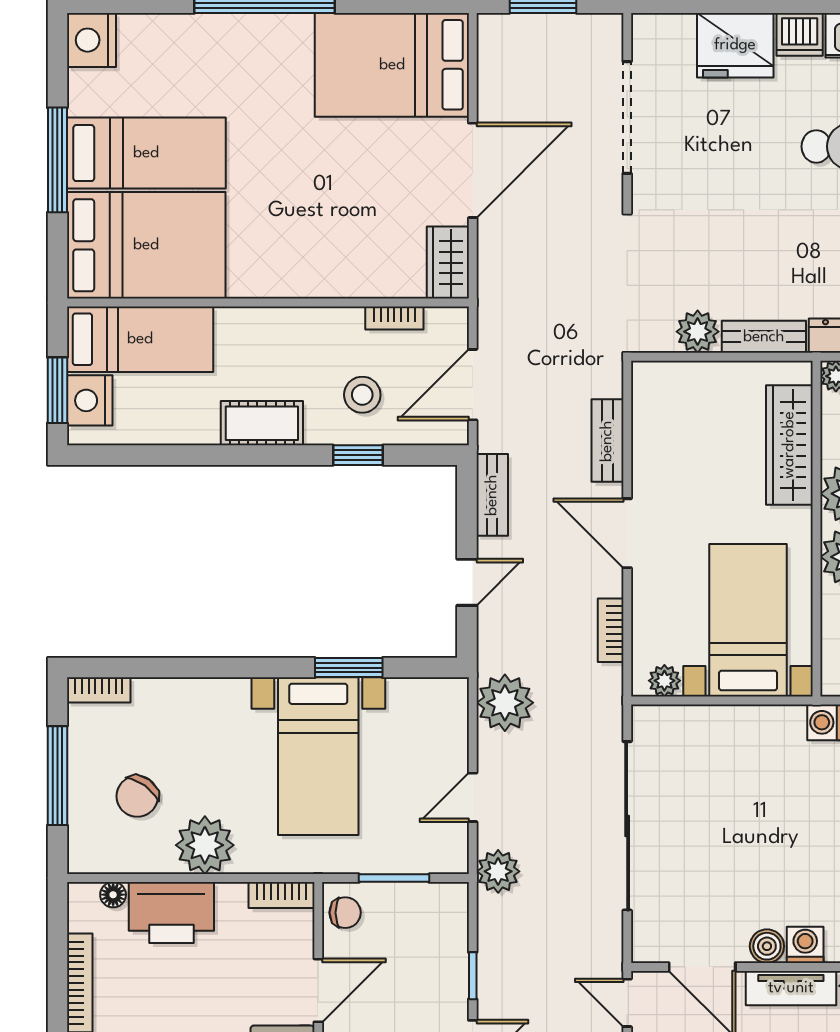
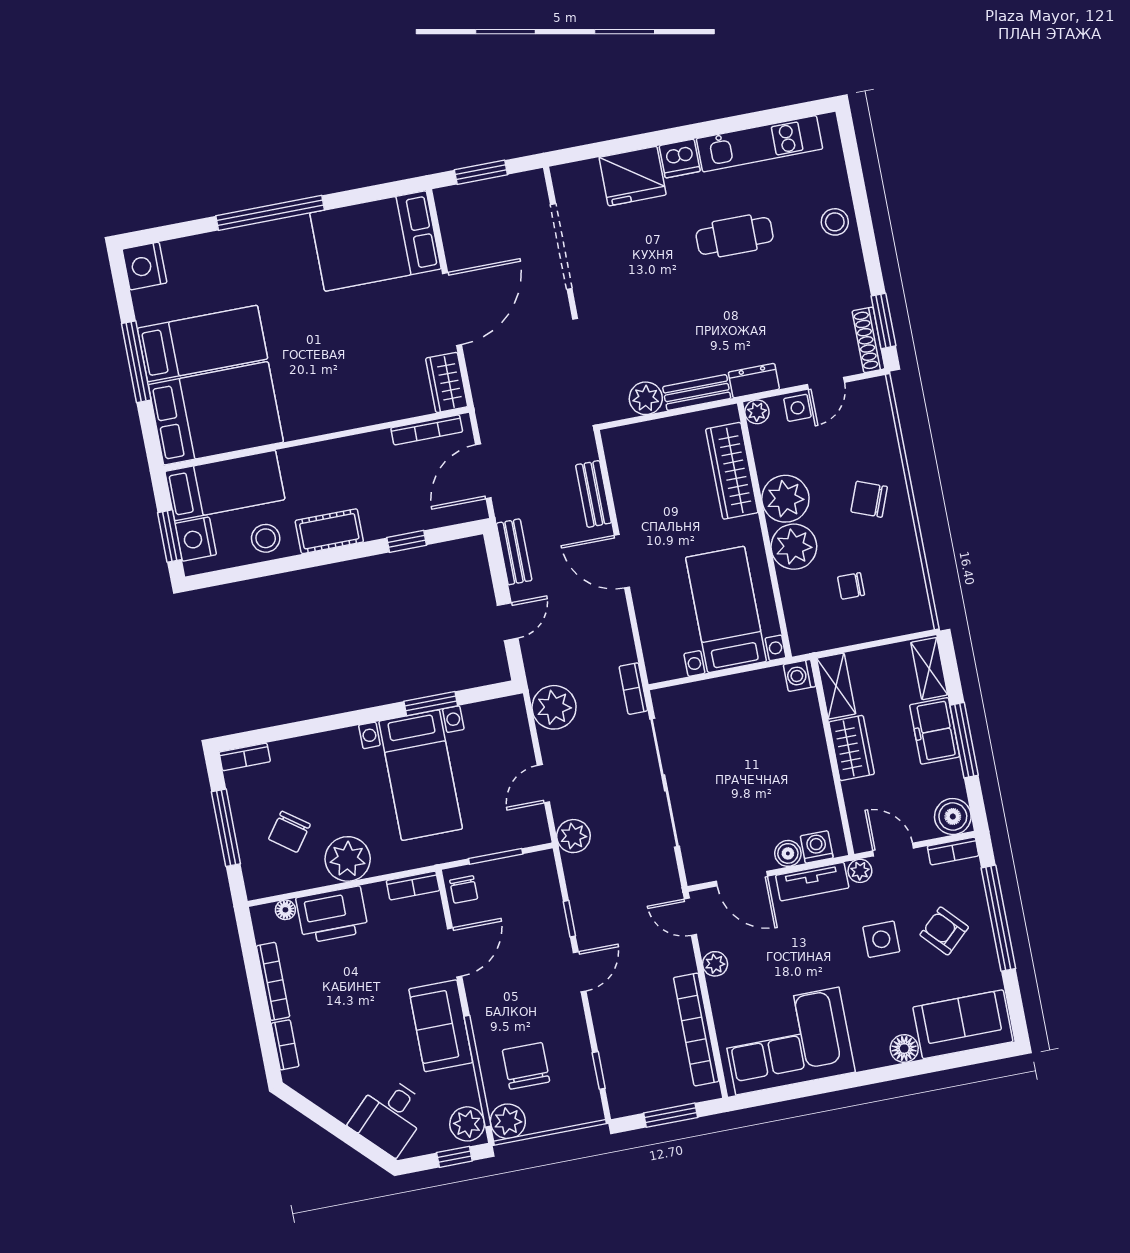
bookcase: (394, 318) -> (427, 430), width x1.56
stool: (362, 395) -> (266, 538), moved
bookcase: (611, 630) -> (633, 689), moved
plant: (664, 681) -> (672, 667), removed
chair: (345, 913) -> (464, 890), turned 90

